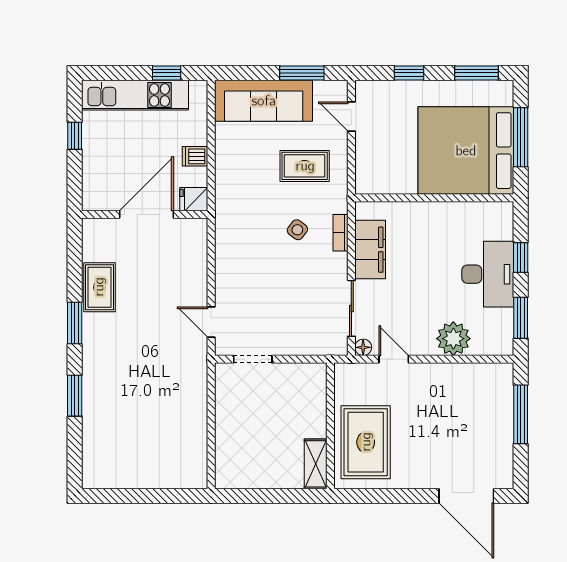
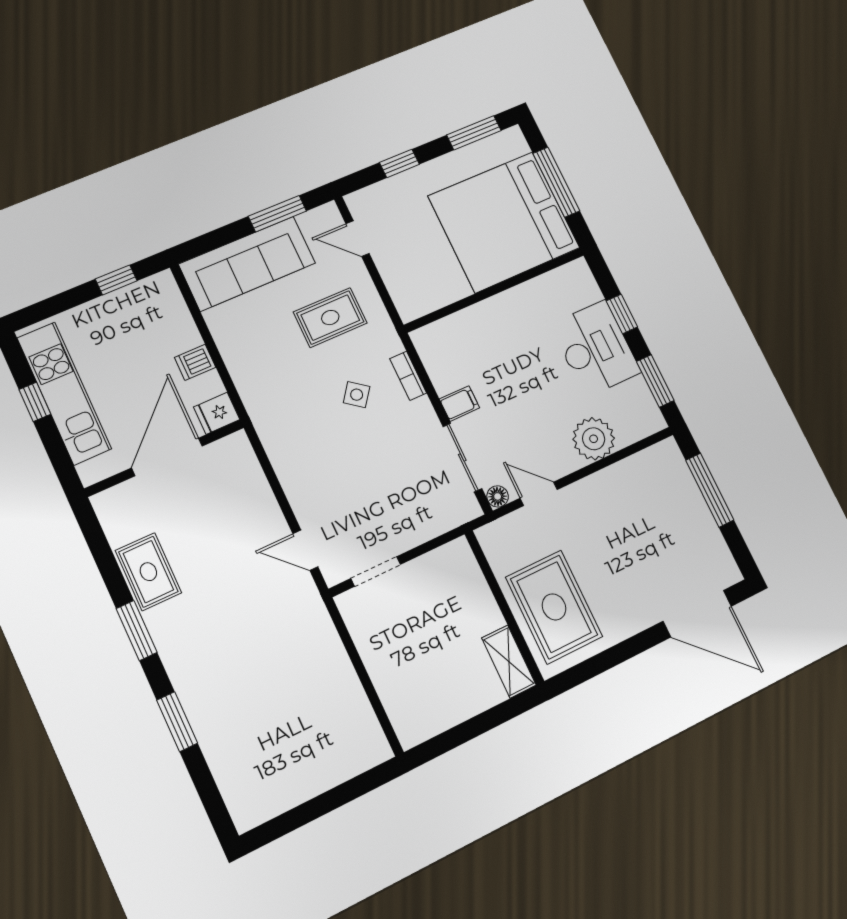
kitchen unit: (135, 95) -> (64, 393), moved, turned -90
filing cabinet: (370, 250) -> (460, 403), width x0.33, depth x0.86

